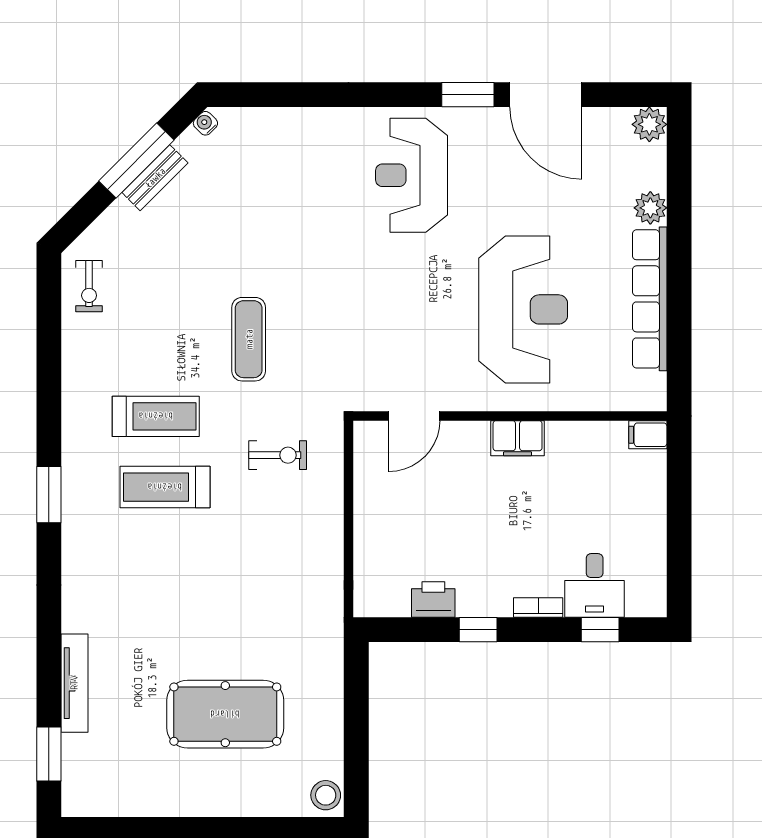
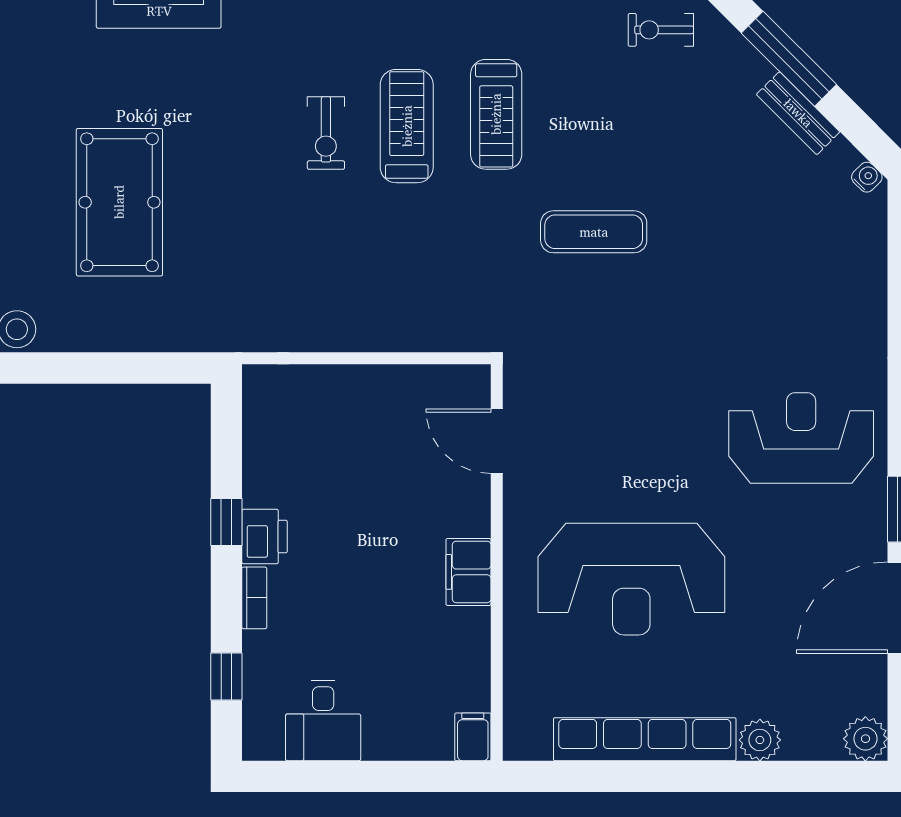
window: (136, 160) -> (789, 59), moved
exercise bike: (278, 455) -> (326, 133), moved
desk: (595, 585) -> (323, 720), moved, turned -90
printer: (433, 599) -> (265, 537), moved

